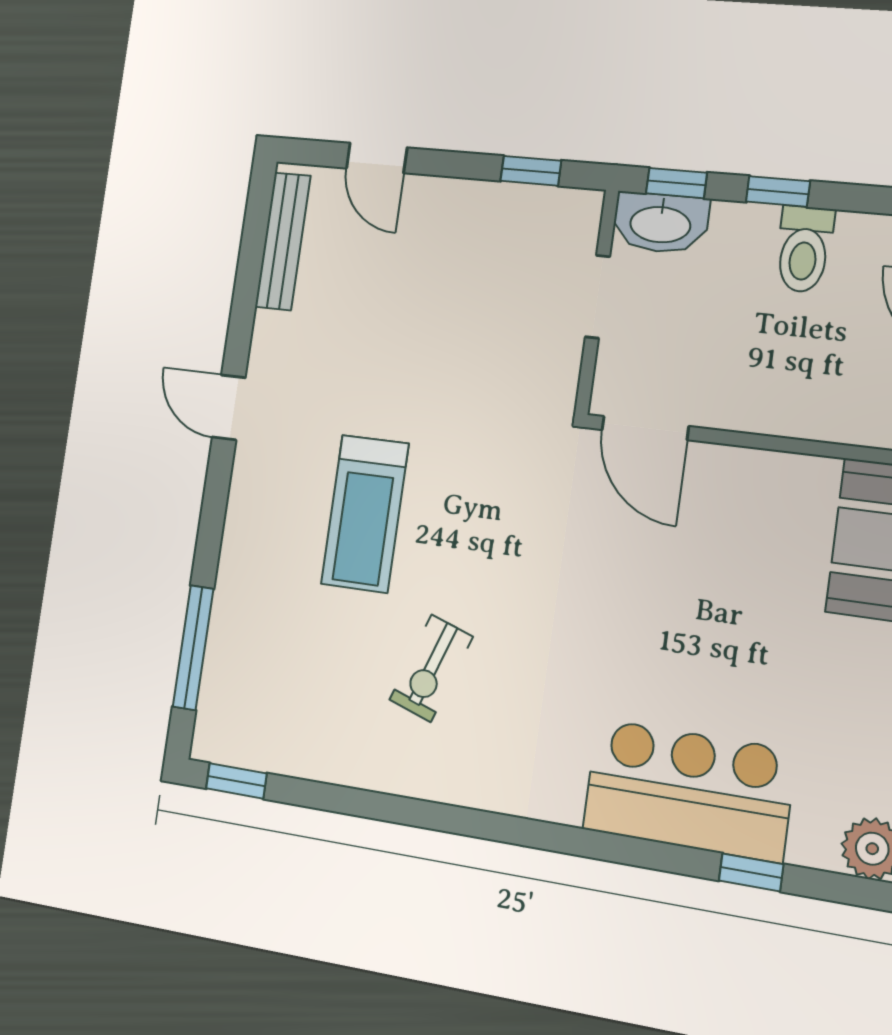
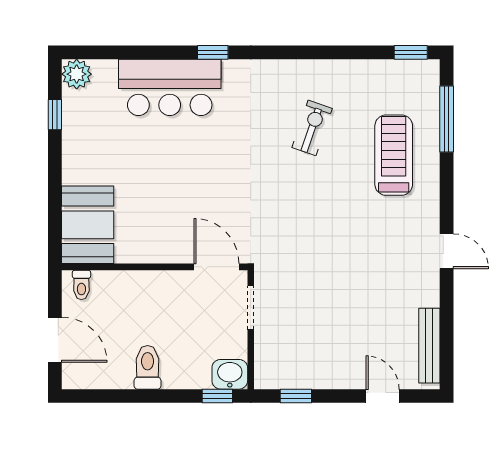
window: (778, 191) -> (165, 396), removed
washbasin: (660, 223) -> (230, 374), width x0.72
doorway: (598, 297) -> (251, 308), moved
treadmill: (365, 514) -> (394, 155), moved
window: (751, 872) -> (213, 52), moved

